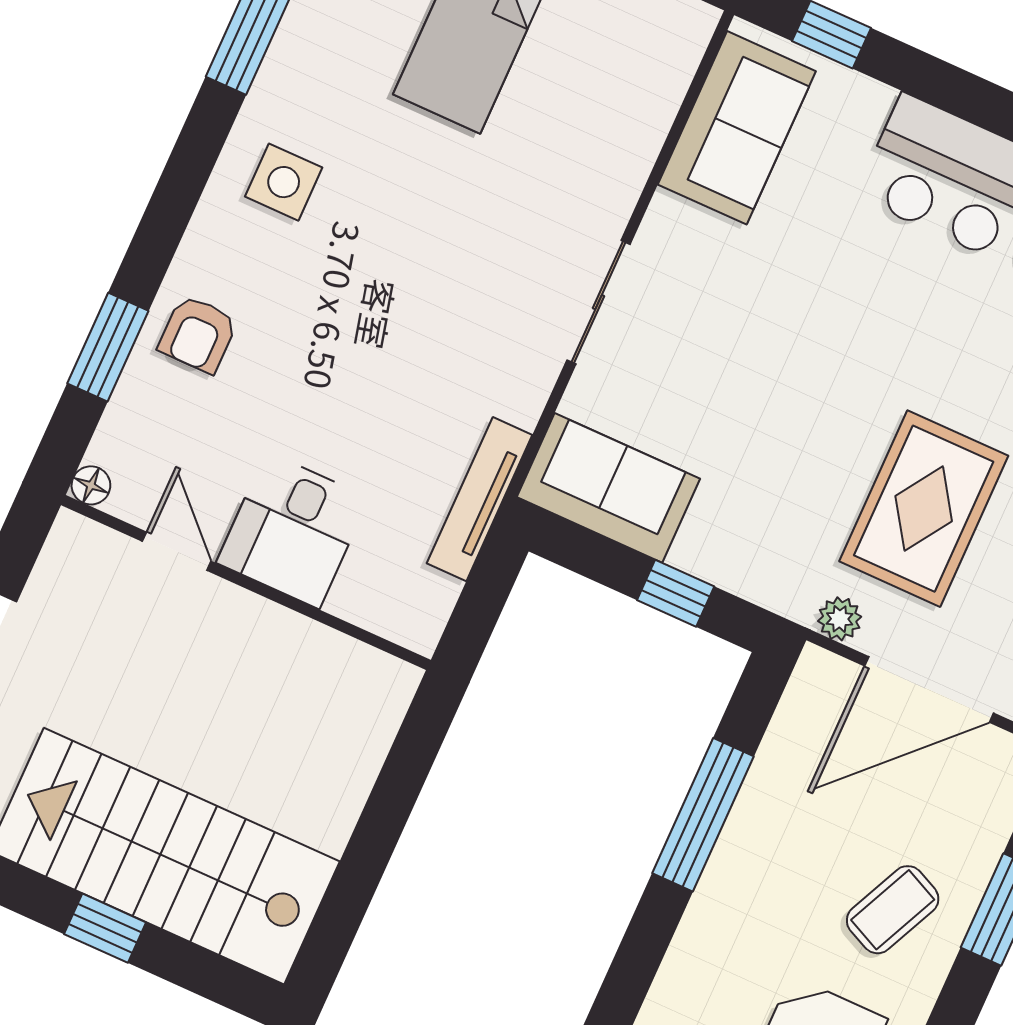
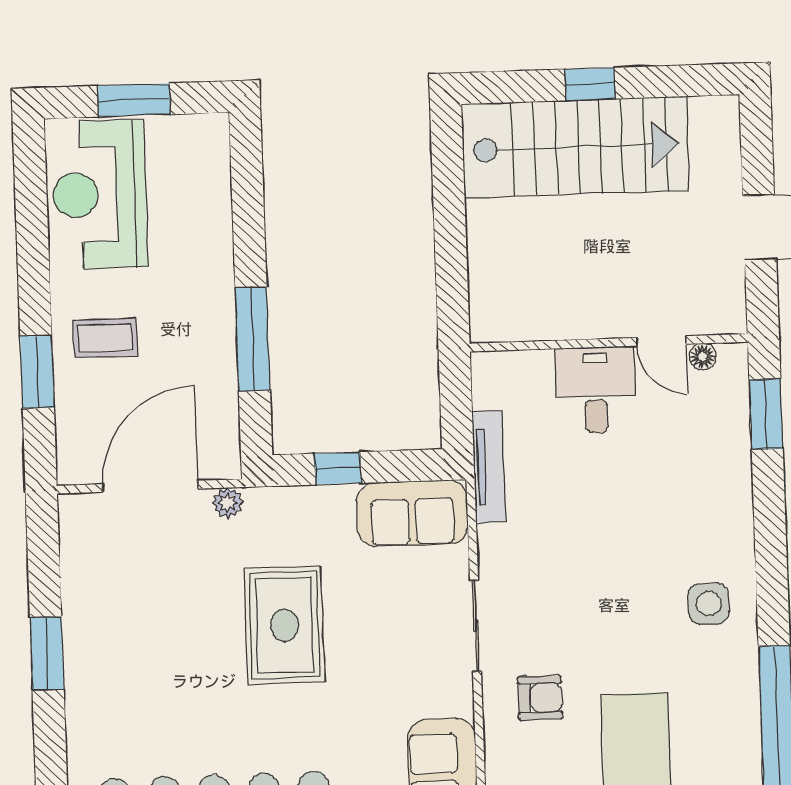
armchair: (198, 334) -> (540, 698), moved, turned 90
window: (108, 347) -> (766, 414), moved
floor lamp: (91, 485) -> (703, 357), moved
rug: (924, 509) -> (284, 625), moved
coffee table: (893, 910) -> (105, 338), turned 65

